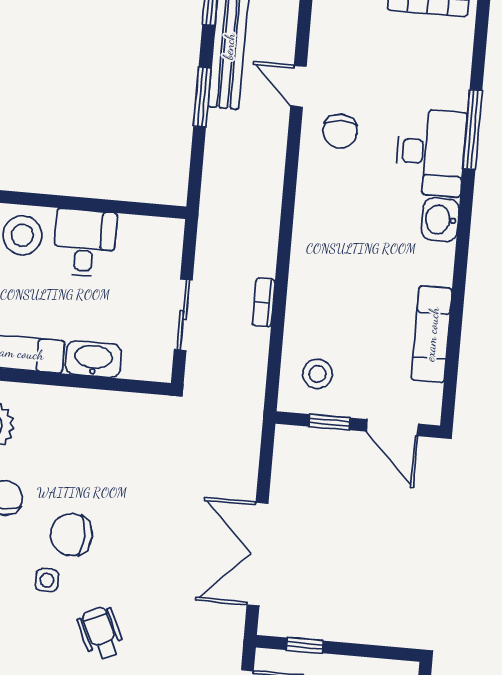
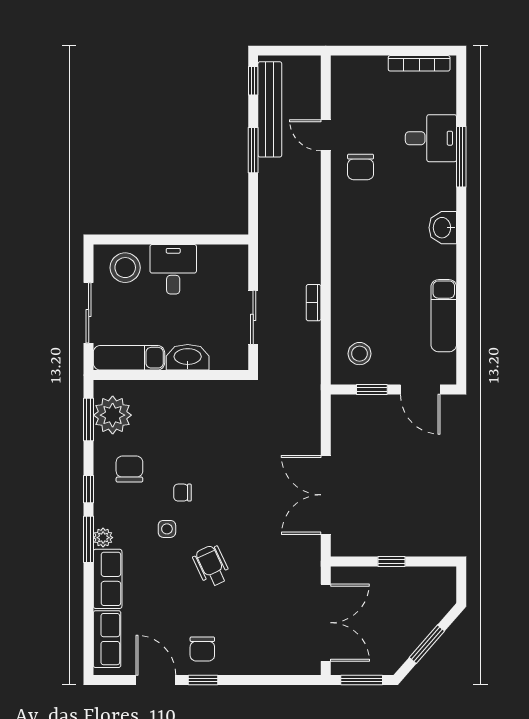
desk: (431, 152) -> (431, 138), moved, width x0.73
chair: (71, 535) -> (183, 493), width x0.54, depth x0.54
window: (305, 645) -> (391, 561), moved

